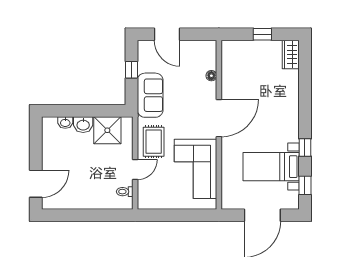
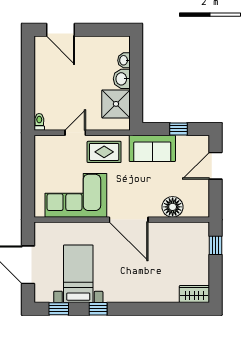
window: (262, 34) -> (215, 245), moved
floor lamp: (211, 76) -> (173, 207), width x1.89, depth x1.89
door: (135, 169) -> (75, 133), swing flipped
toilet: (125, 192) -> (39, 122), moved

